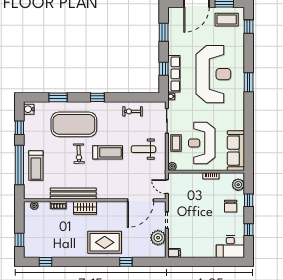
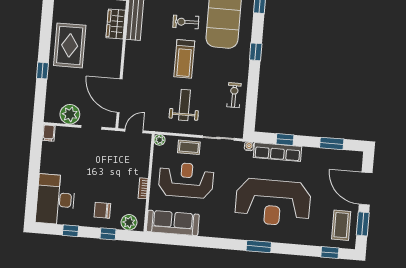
desk: (230, 247) -> (56, 199), width x1.36, depth x1.30

